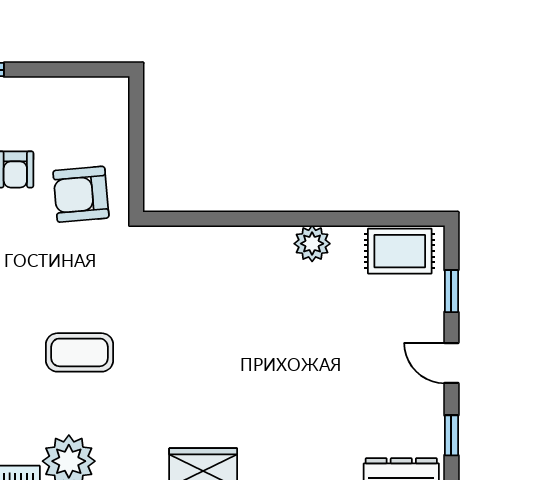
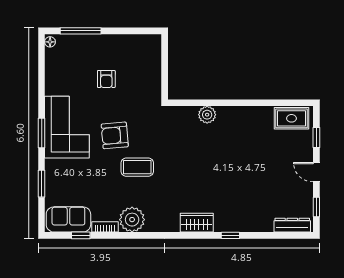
armchair: (81, 194) -> (115, 135), moved
plant: (312, 244) -> (207, 115), moved

